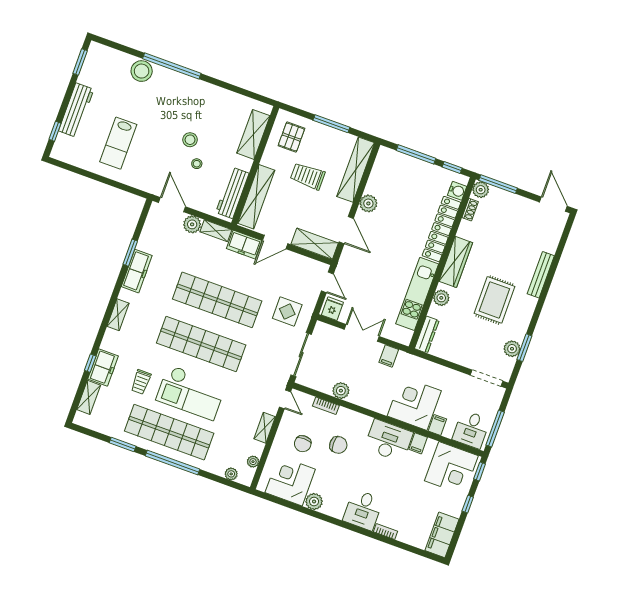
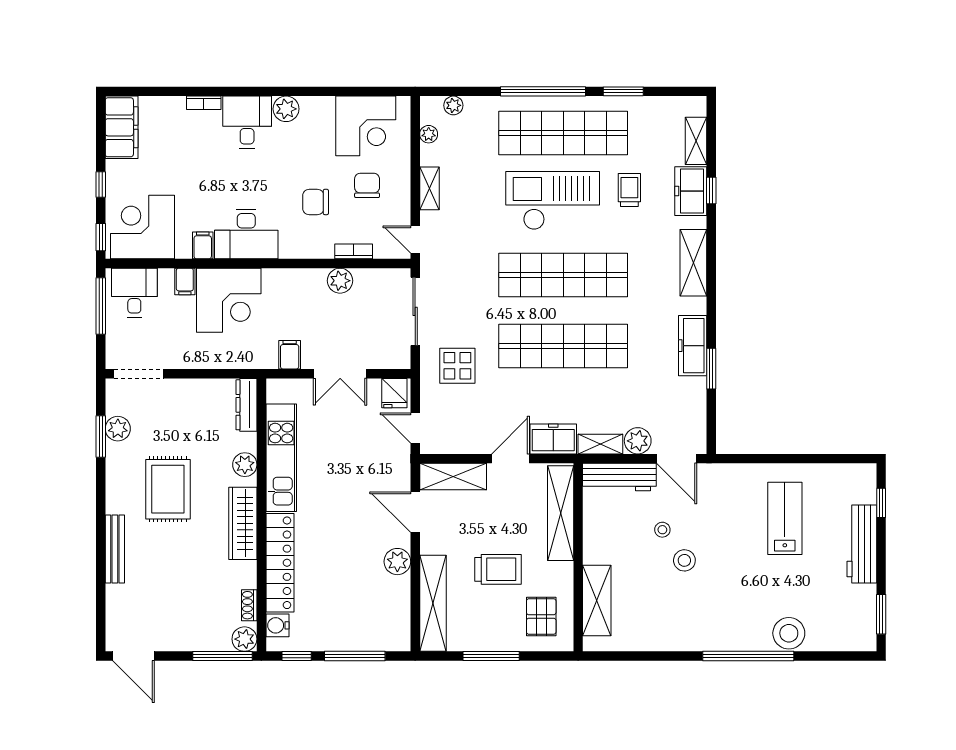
workbench: (232, 193) -> (619, 477), moved, turned 90
shelving: (118, 315) -> (693, 263), width x1.50, depth x1.33
plant: (314, 501) -> (286, 109), moved

